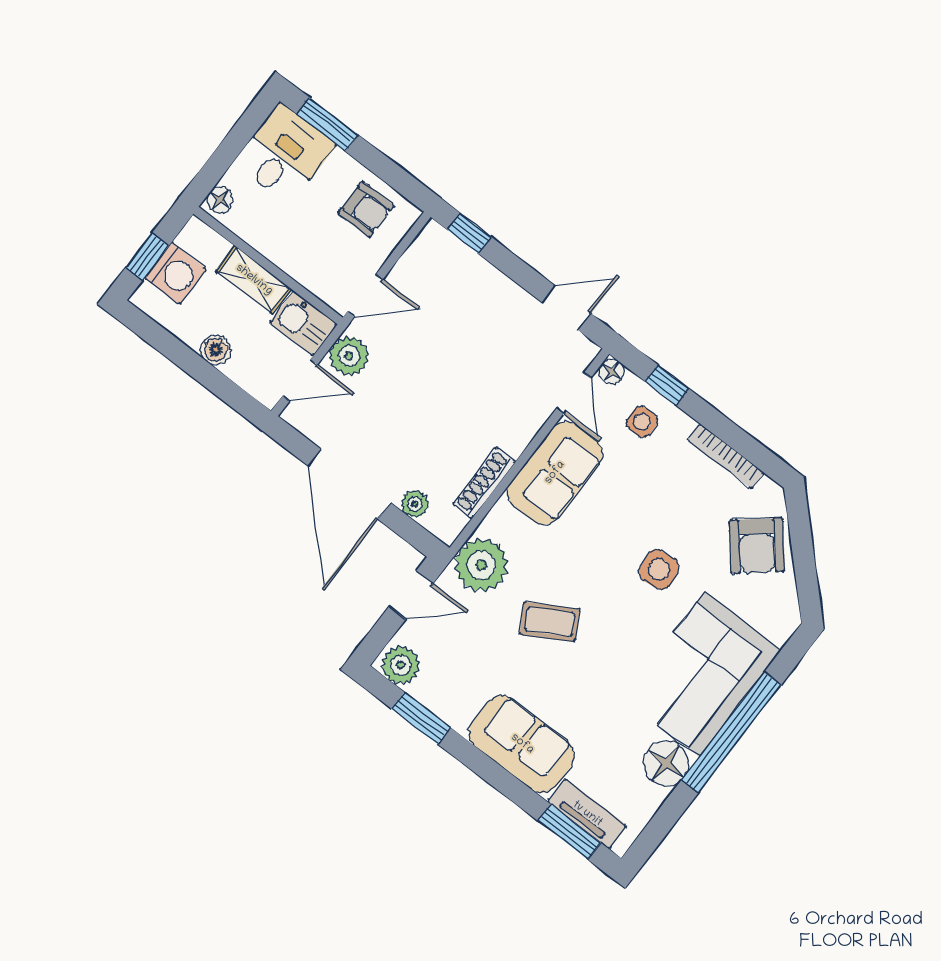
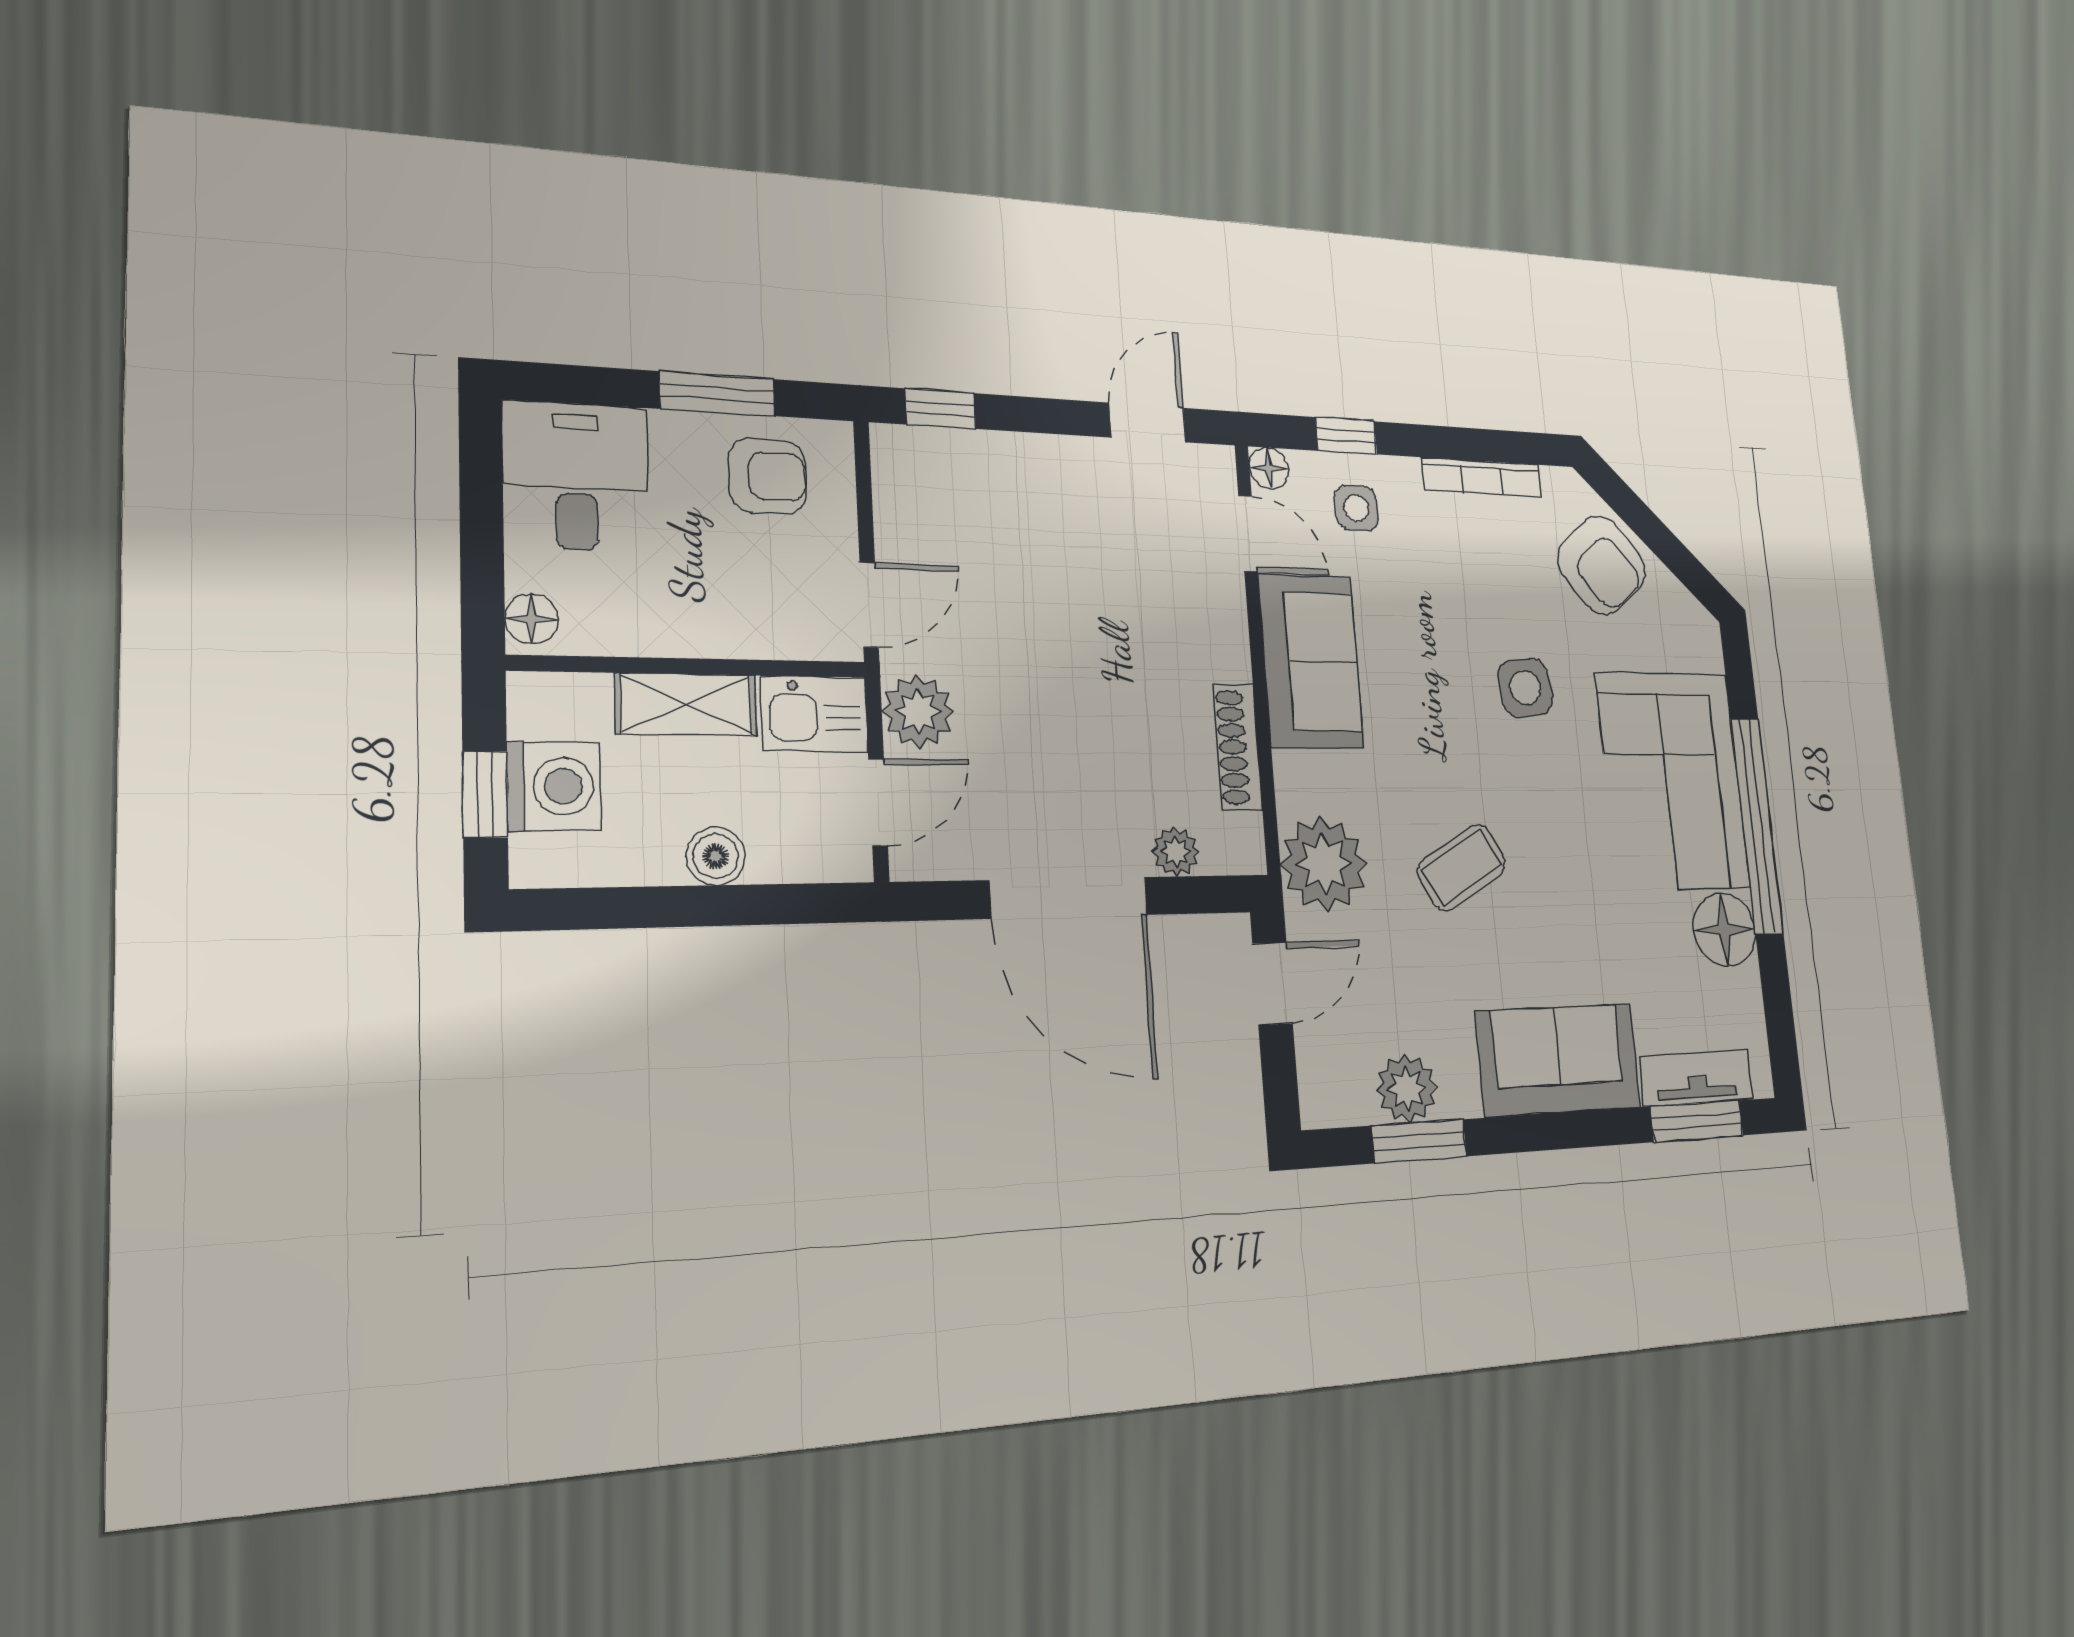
window: (327, 124) -> (717, 394), moved
plant: (401, 665) -> (1407, 1088), moved

